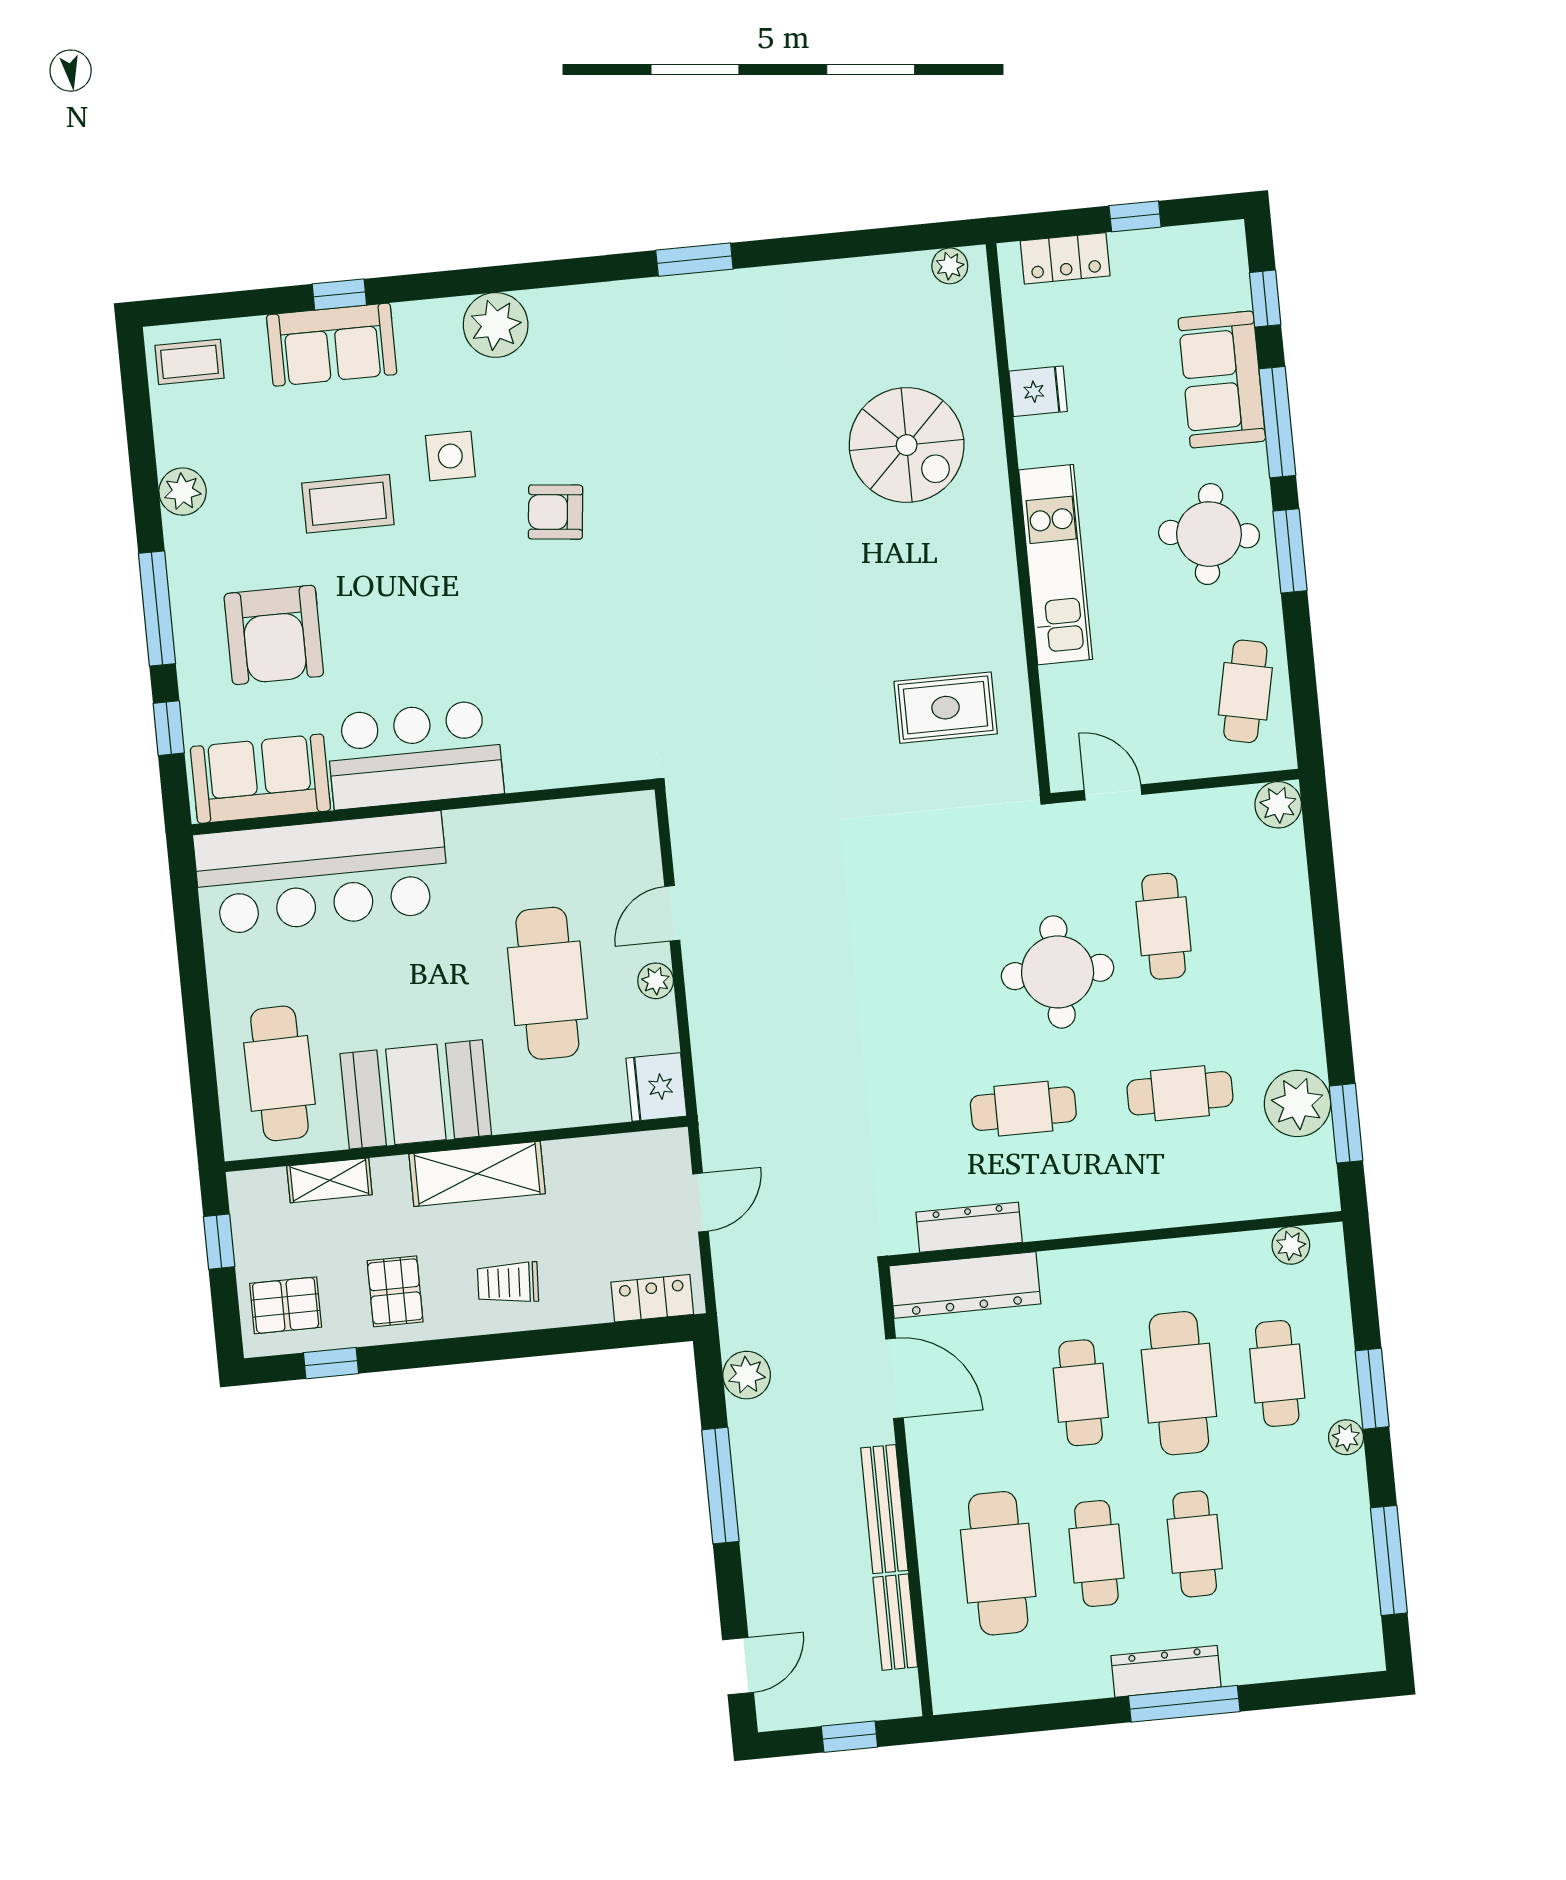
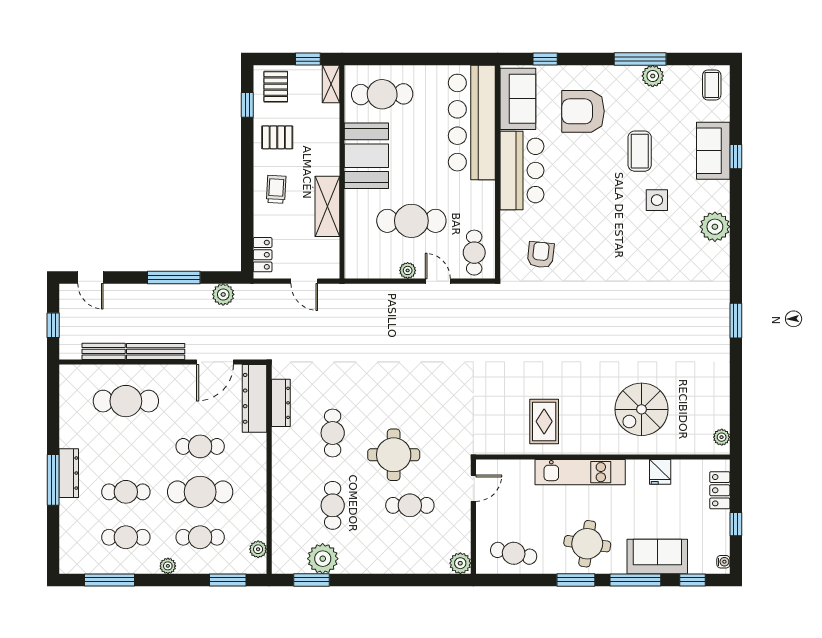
water cooler: (1219, 235) -> (723, 562), added
armchair: (556, 512) -> (541, 255), moved
window: (157, 608) -> (640, 59), moved
rug: (946, 708) -> (544, 421), moved
cafe table: (603, 841) -> (474, 253), added
fridge: (656, 1087) -> (359, 266), removed
shelving: (477, 1174) -> (327, 206), moved
shelving: (329, 1180) -> (331, 84), moved
window: (1372, 1389) -> (228, 580), moved
cafe table: (1096, 1554) -> (126, 537), moved

